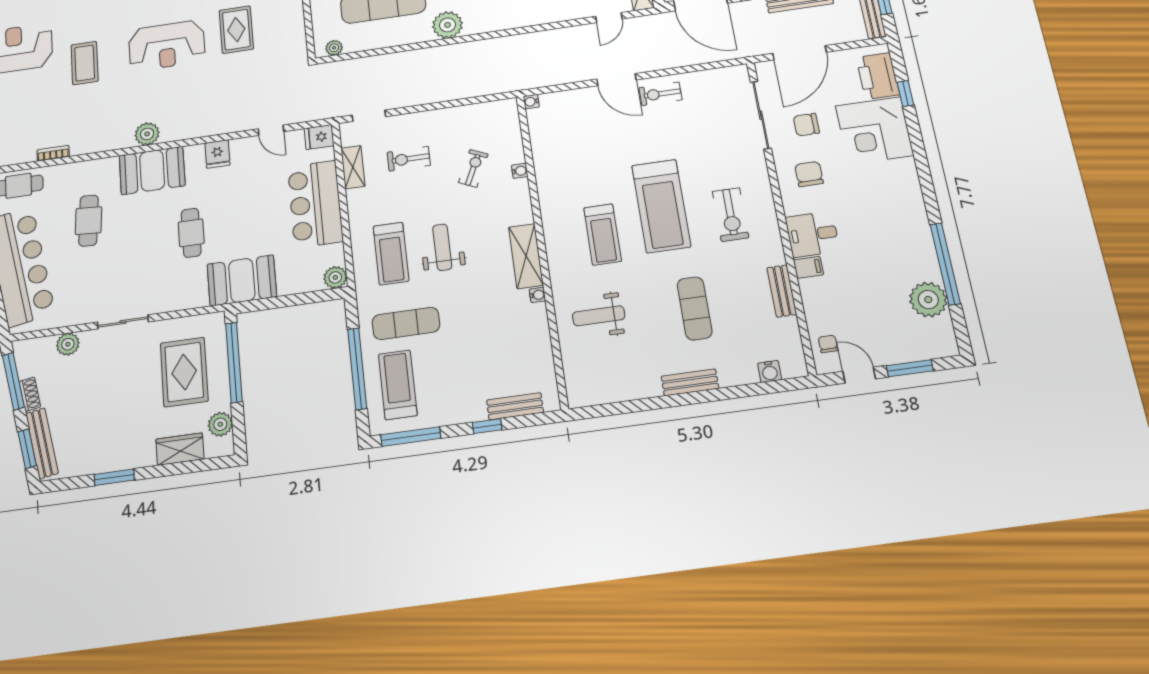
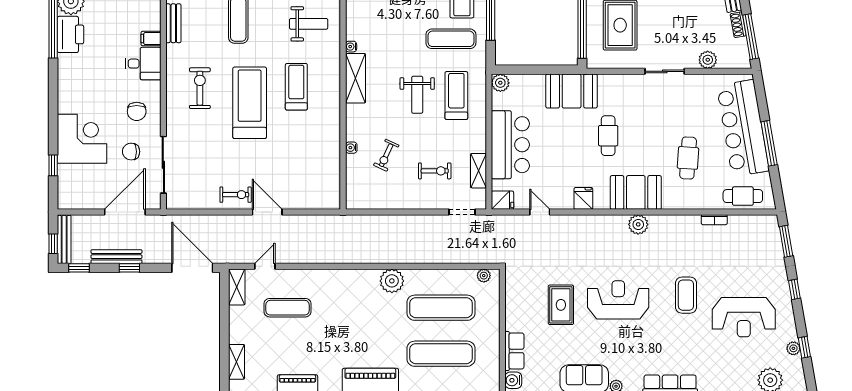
printer: (878, 76) -> (70, 34), moved
water cooler: (531, 102) -> (335, 204), removed
chair: (806, 125) -> (131, 152), turned 180

